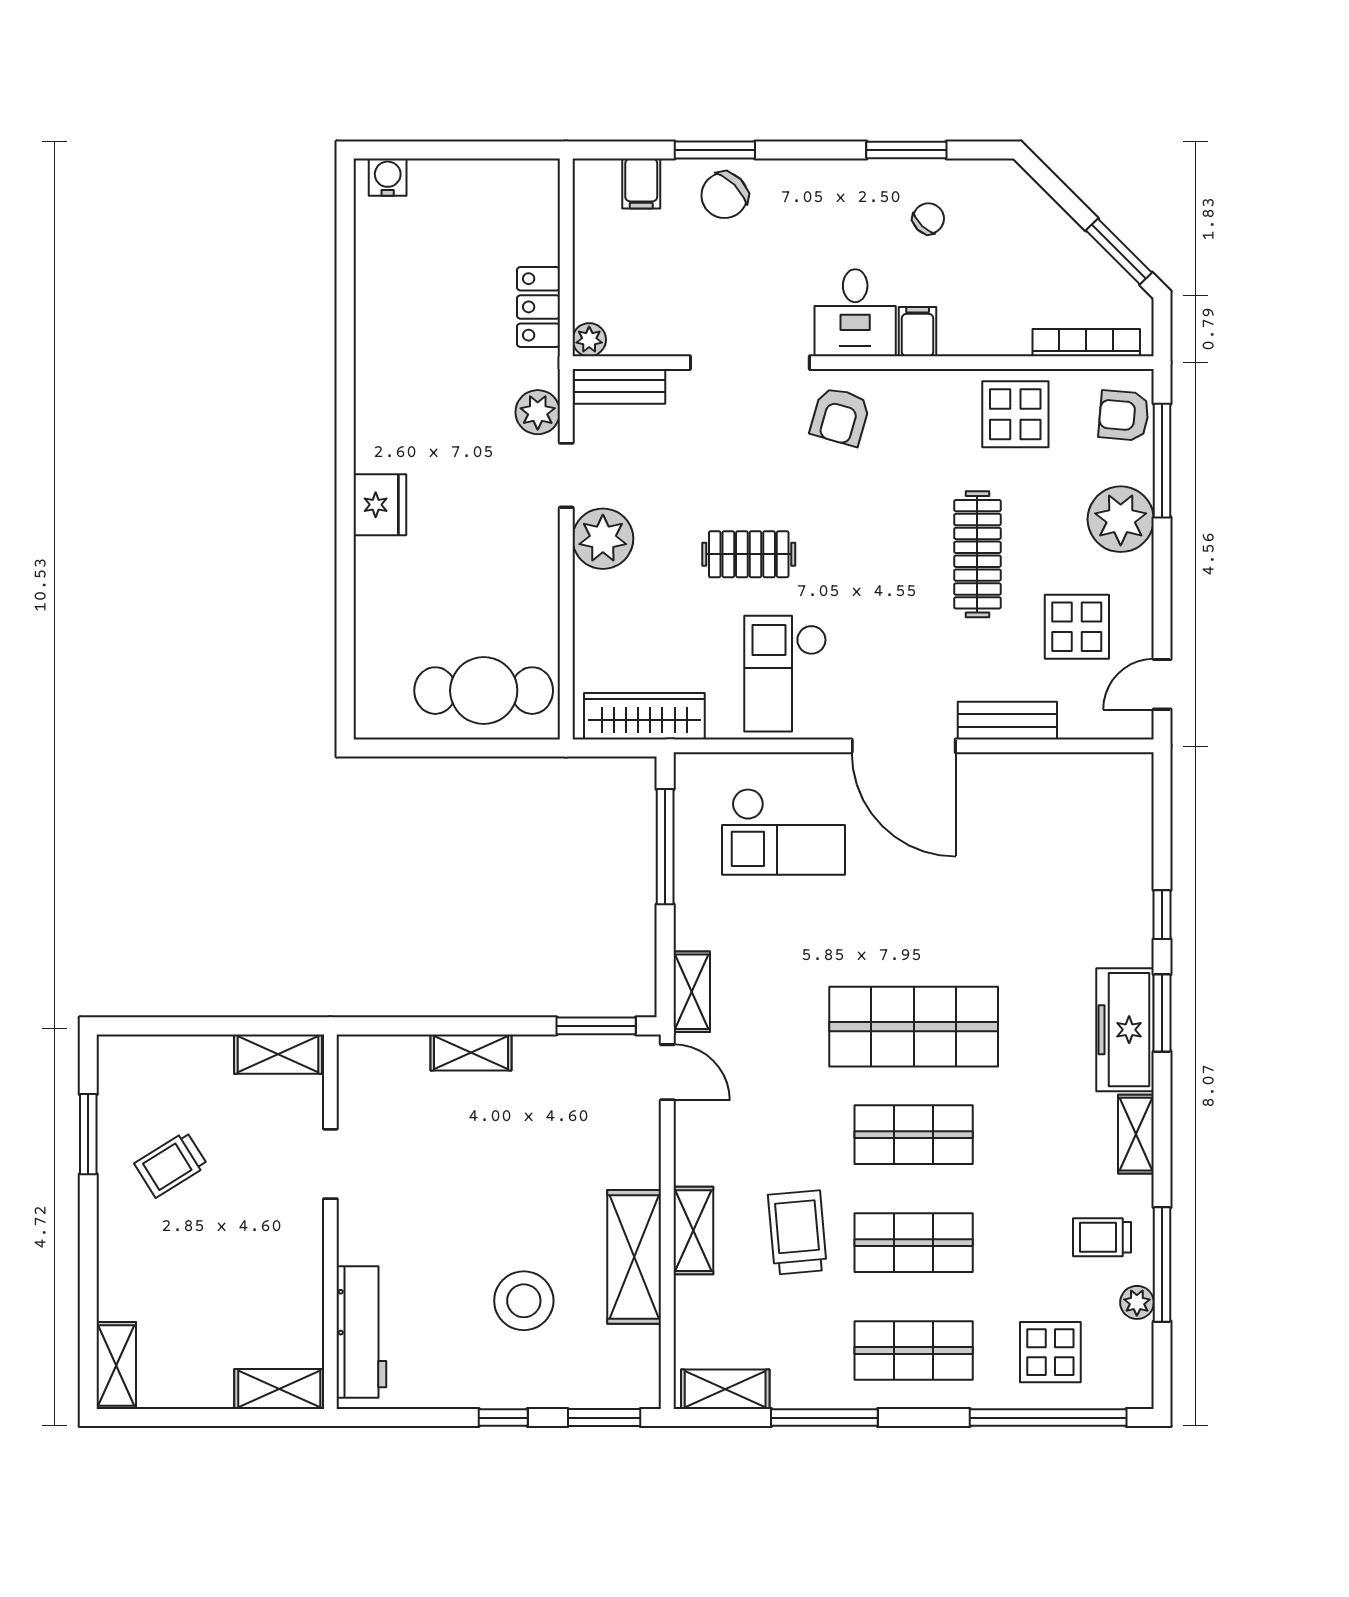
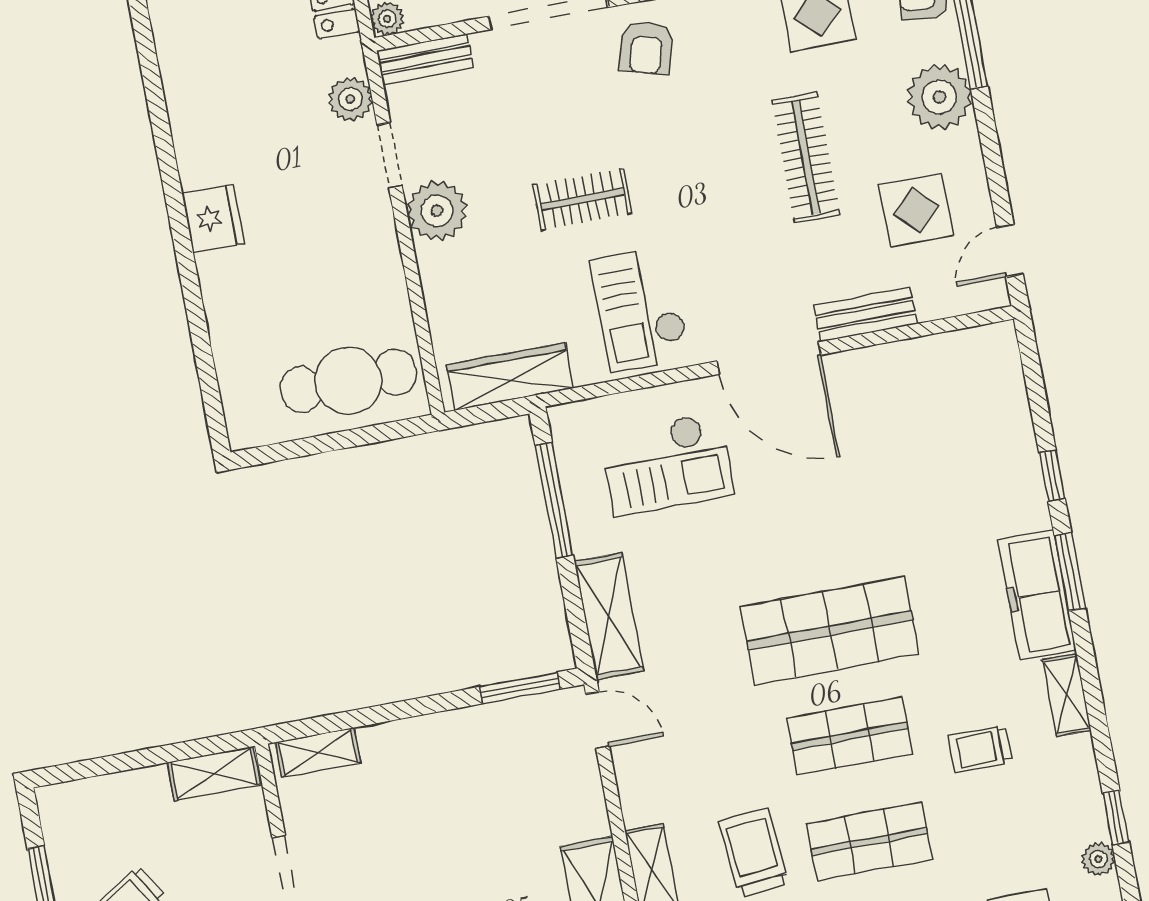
shelving: (692, 992) -> (609, 616), width x1.50, depth x1.33
shelving: (471, 1052) -> (318, 752), moved
trolley: (1102, 1237) -> (980, 749), moved
window: (1162, 1264) -> (1116, 817), width x0.46

